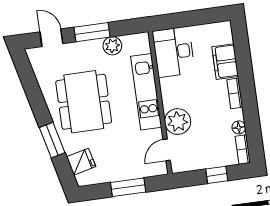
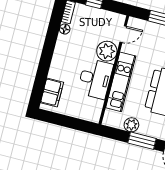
desk: (174, 52) -> (95, 79), moved
filing cabinet: (225, 62) -> (52, 92), moved
bookcase: (235, 93) -> (58, 55), removed

